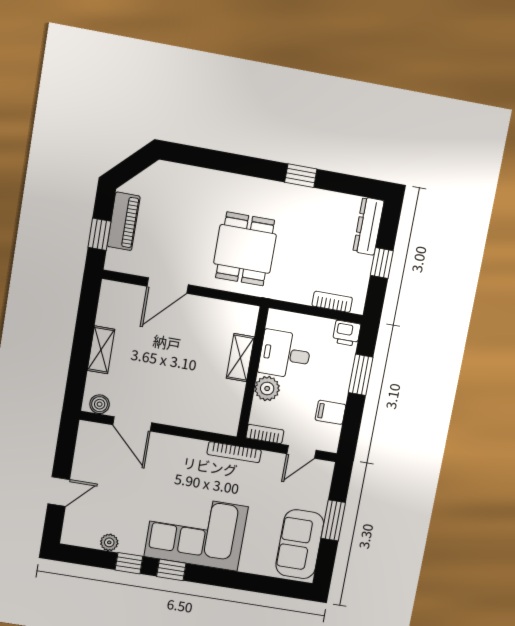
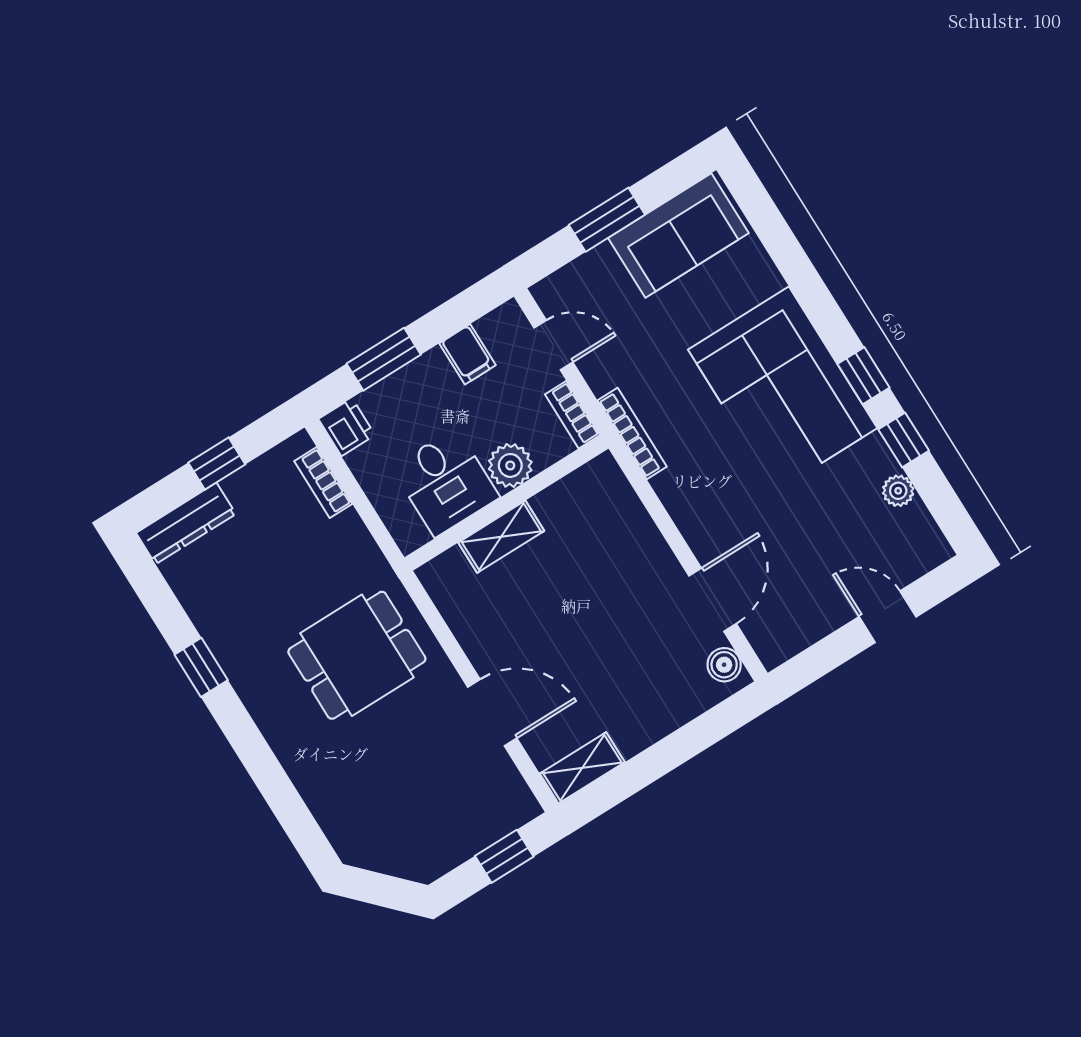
piano: (124, 221) -> (461, 840), removed
shelving: (101, 350) -> (582, 768), moved

